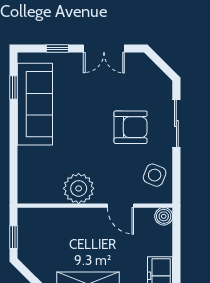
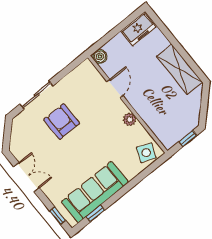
window: (57, 49) -> (58, 216), moved
side table: (155, 175) -> (146, 153), moved
plant: (79, 188) -> (130, 119), width x0.53, depth x0.53

